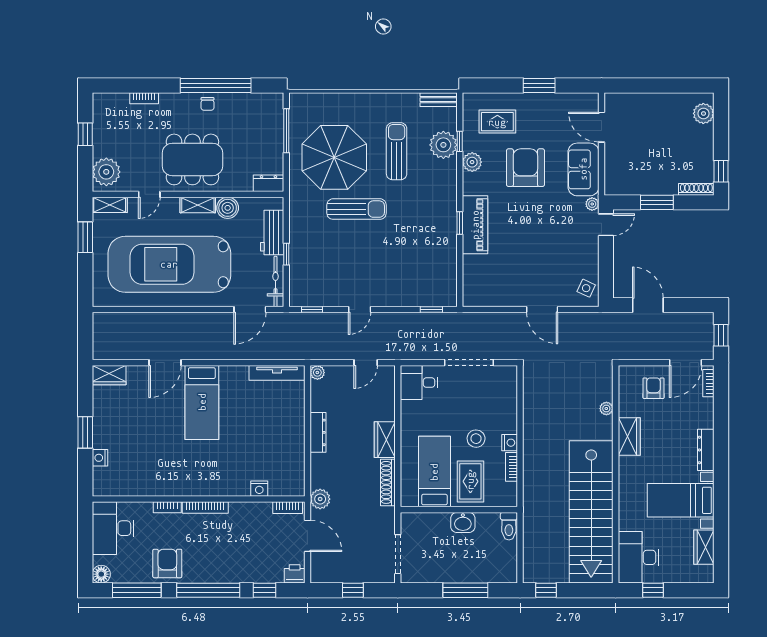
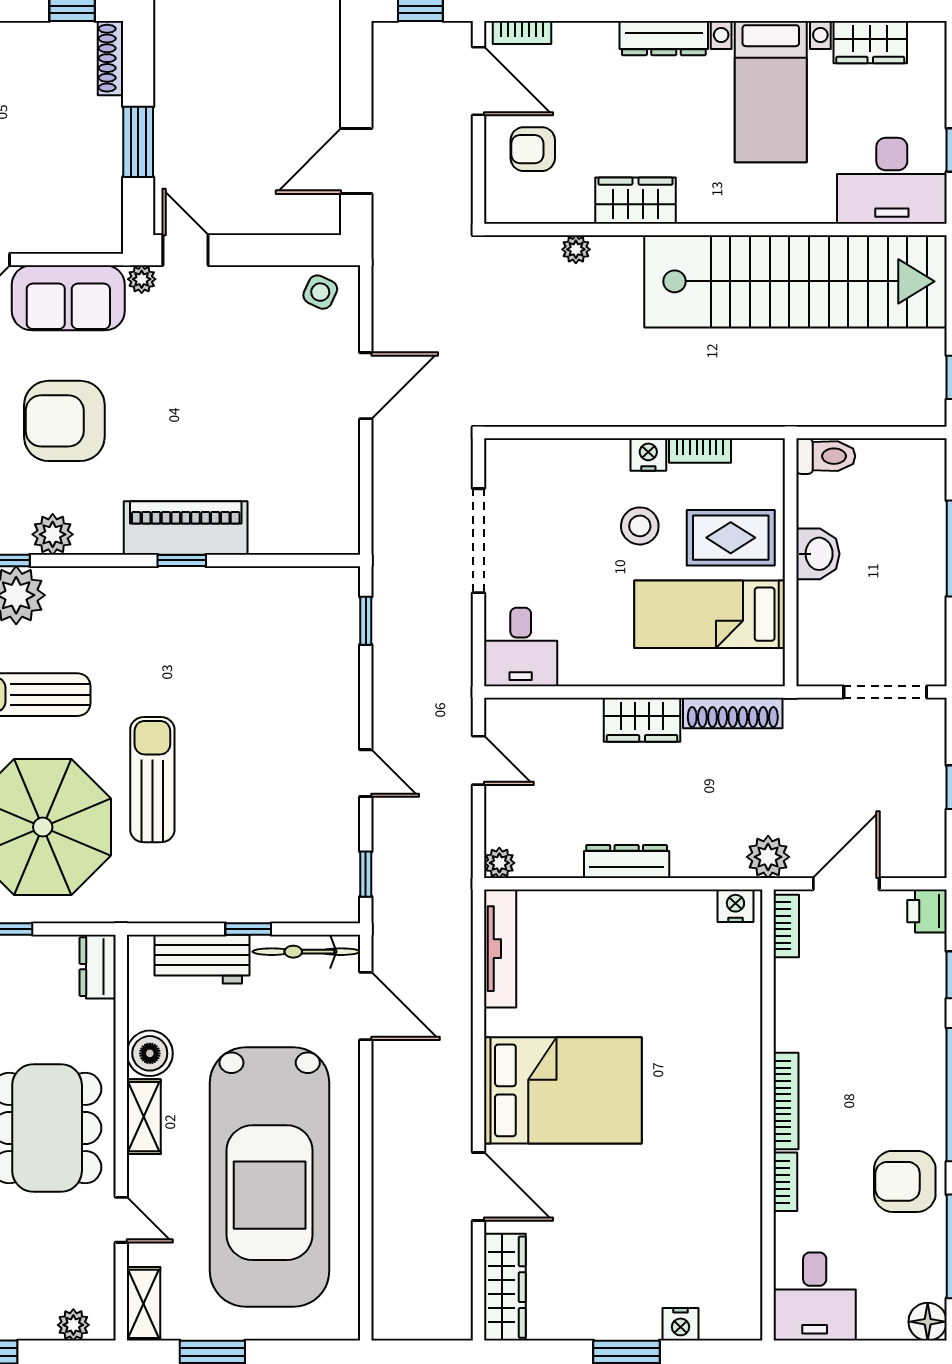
plant: (106, 172) -> (73, 1325), width x0.53, depth x0.53
wardrobe: (109, 375) -> (505, 1287), width x1.50
bed: (202, 402) -> (563, 1090), width x1.50
nightstand: (259, 489) -> (735, 906), moved, turned -90
desk: (113, 528) -> (815, 1297), width x0.73

